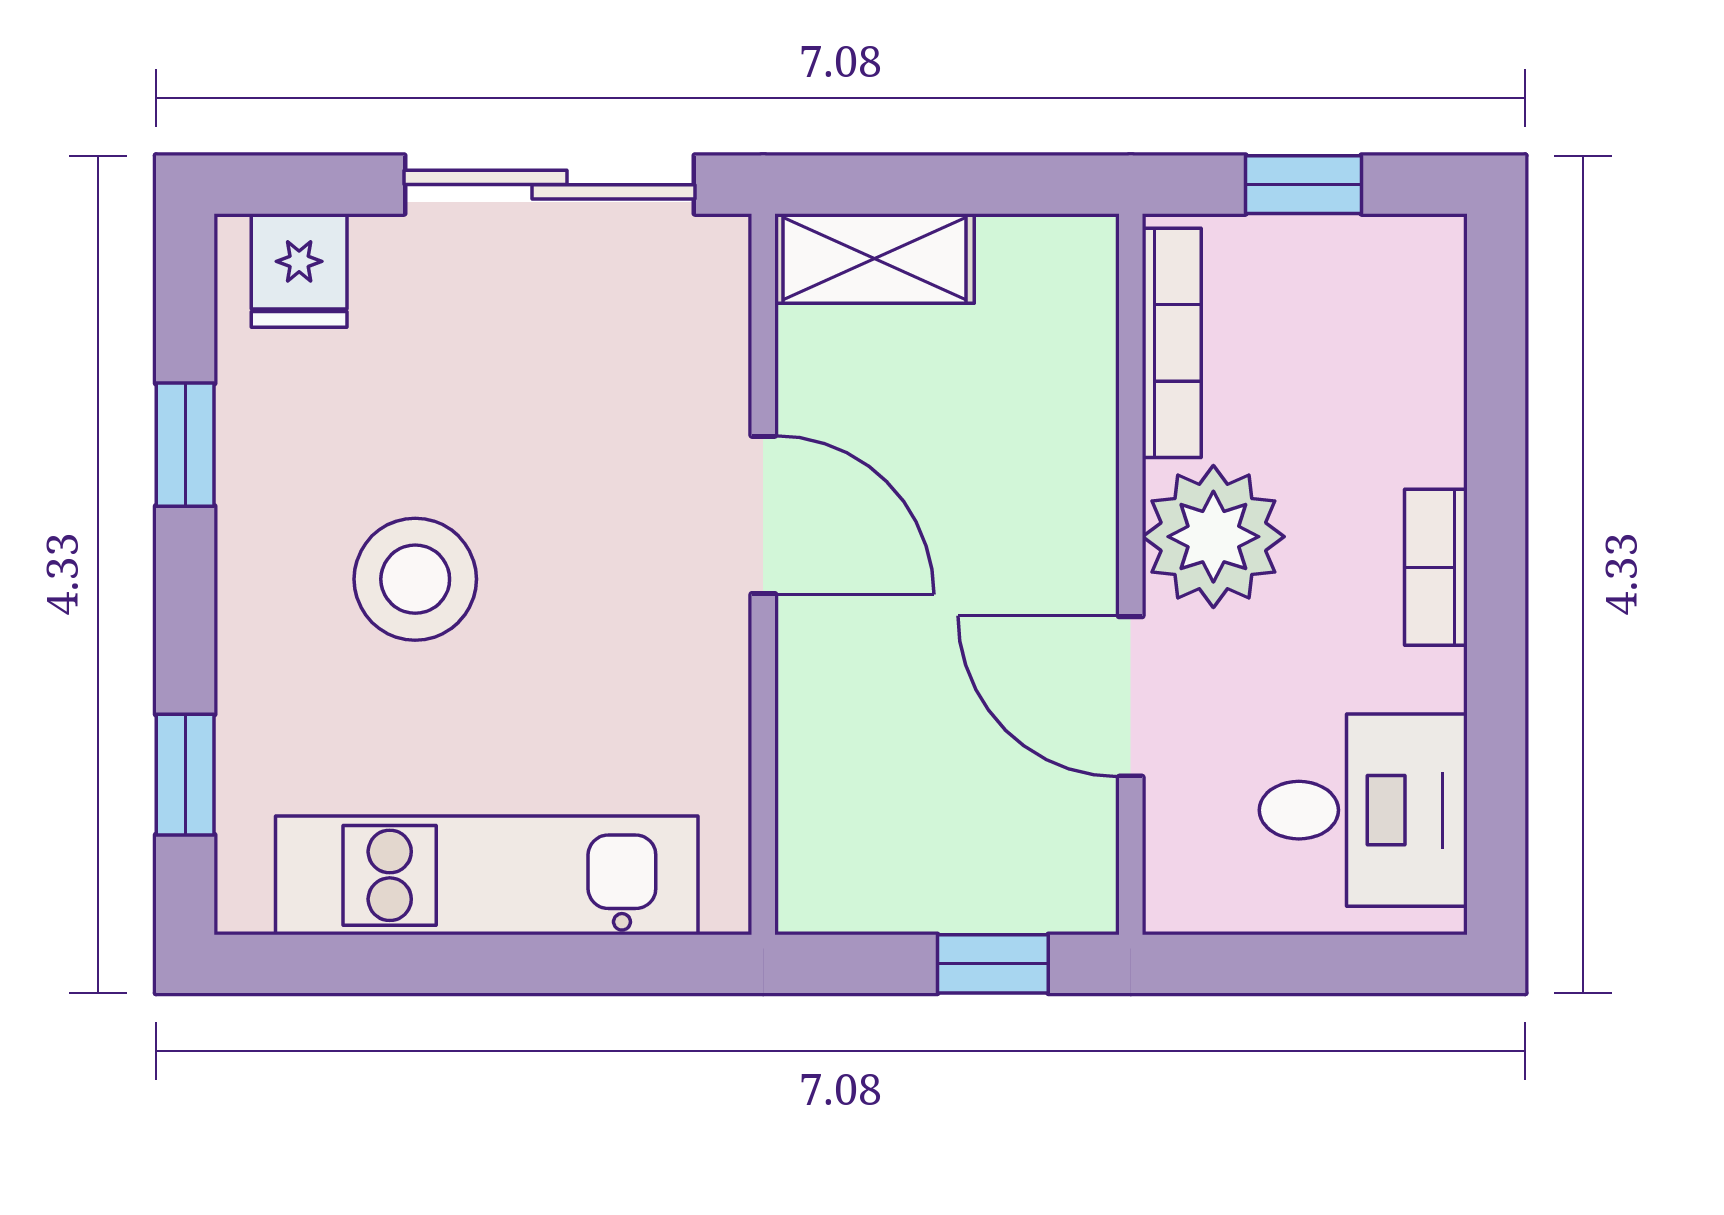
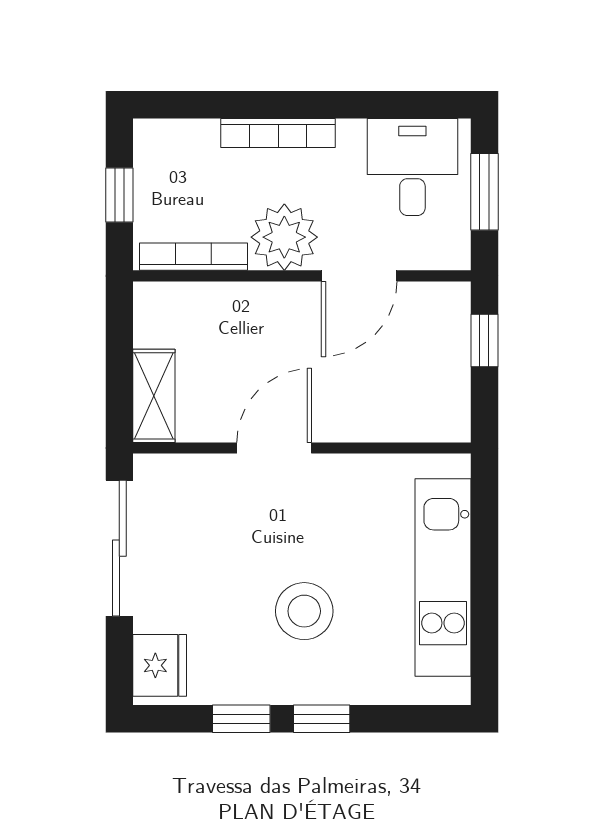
fridge: (299, 270) -> (160, 665), width x1.38
bookcase: (1436, 567) -> (278, 133), width x1.56
window: (185, 775) -> (322, 719), moved
window: (1310, 964) -> (484, 192), added

